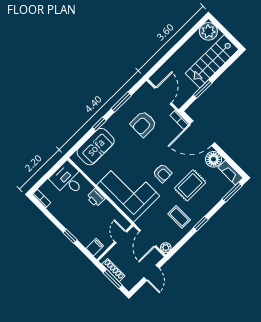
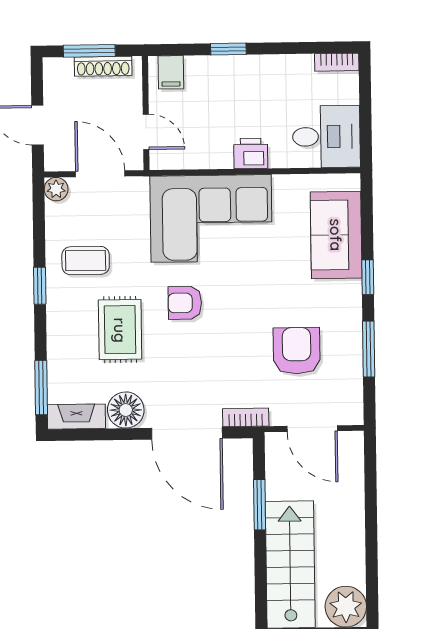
door: (202, 133) -> (187, 433), swing flipped

